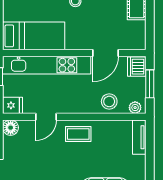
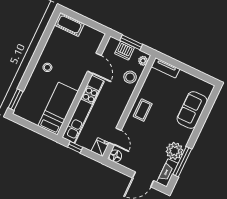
dishwasher: (137, 67) -> (125, 51), moved
door: (46, 117) -> (115, 137), moved

